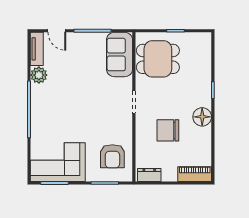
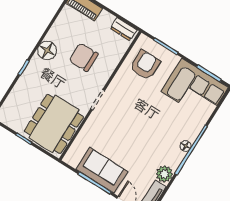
sofa: (120, 55) -> (102, 170), moved, turned -90
dining table: (158, 59) -> (54, 124), width x1.38
floor lamp: (36, 110) -> (186, 146), added
chair: (168, 130) -> (84, 57), turned 180

